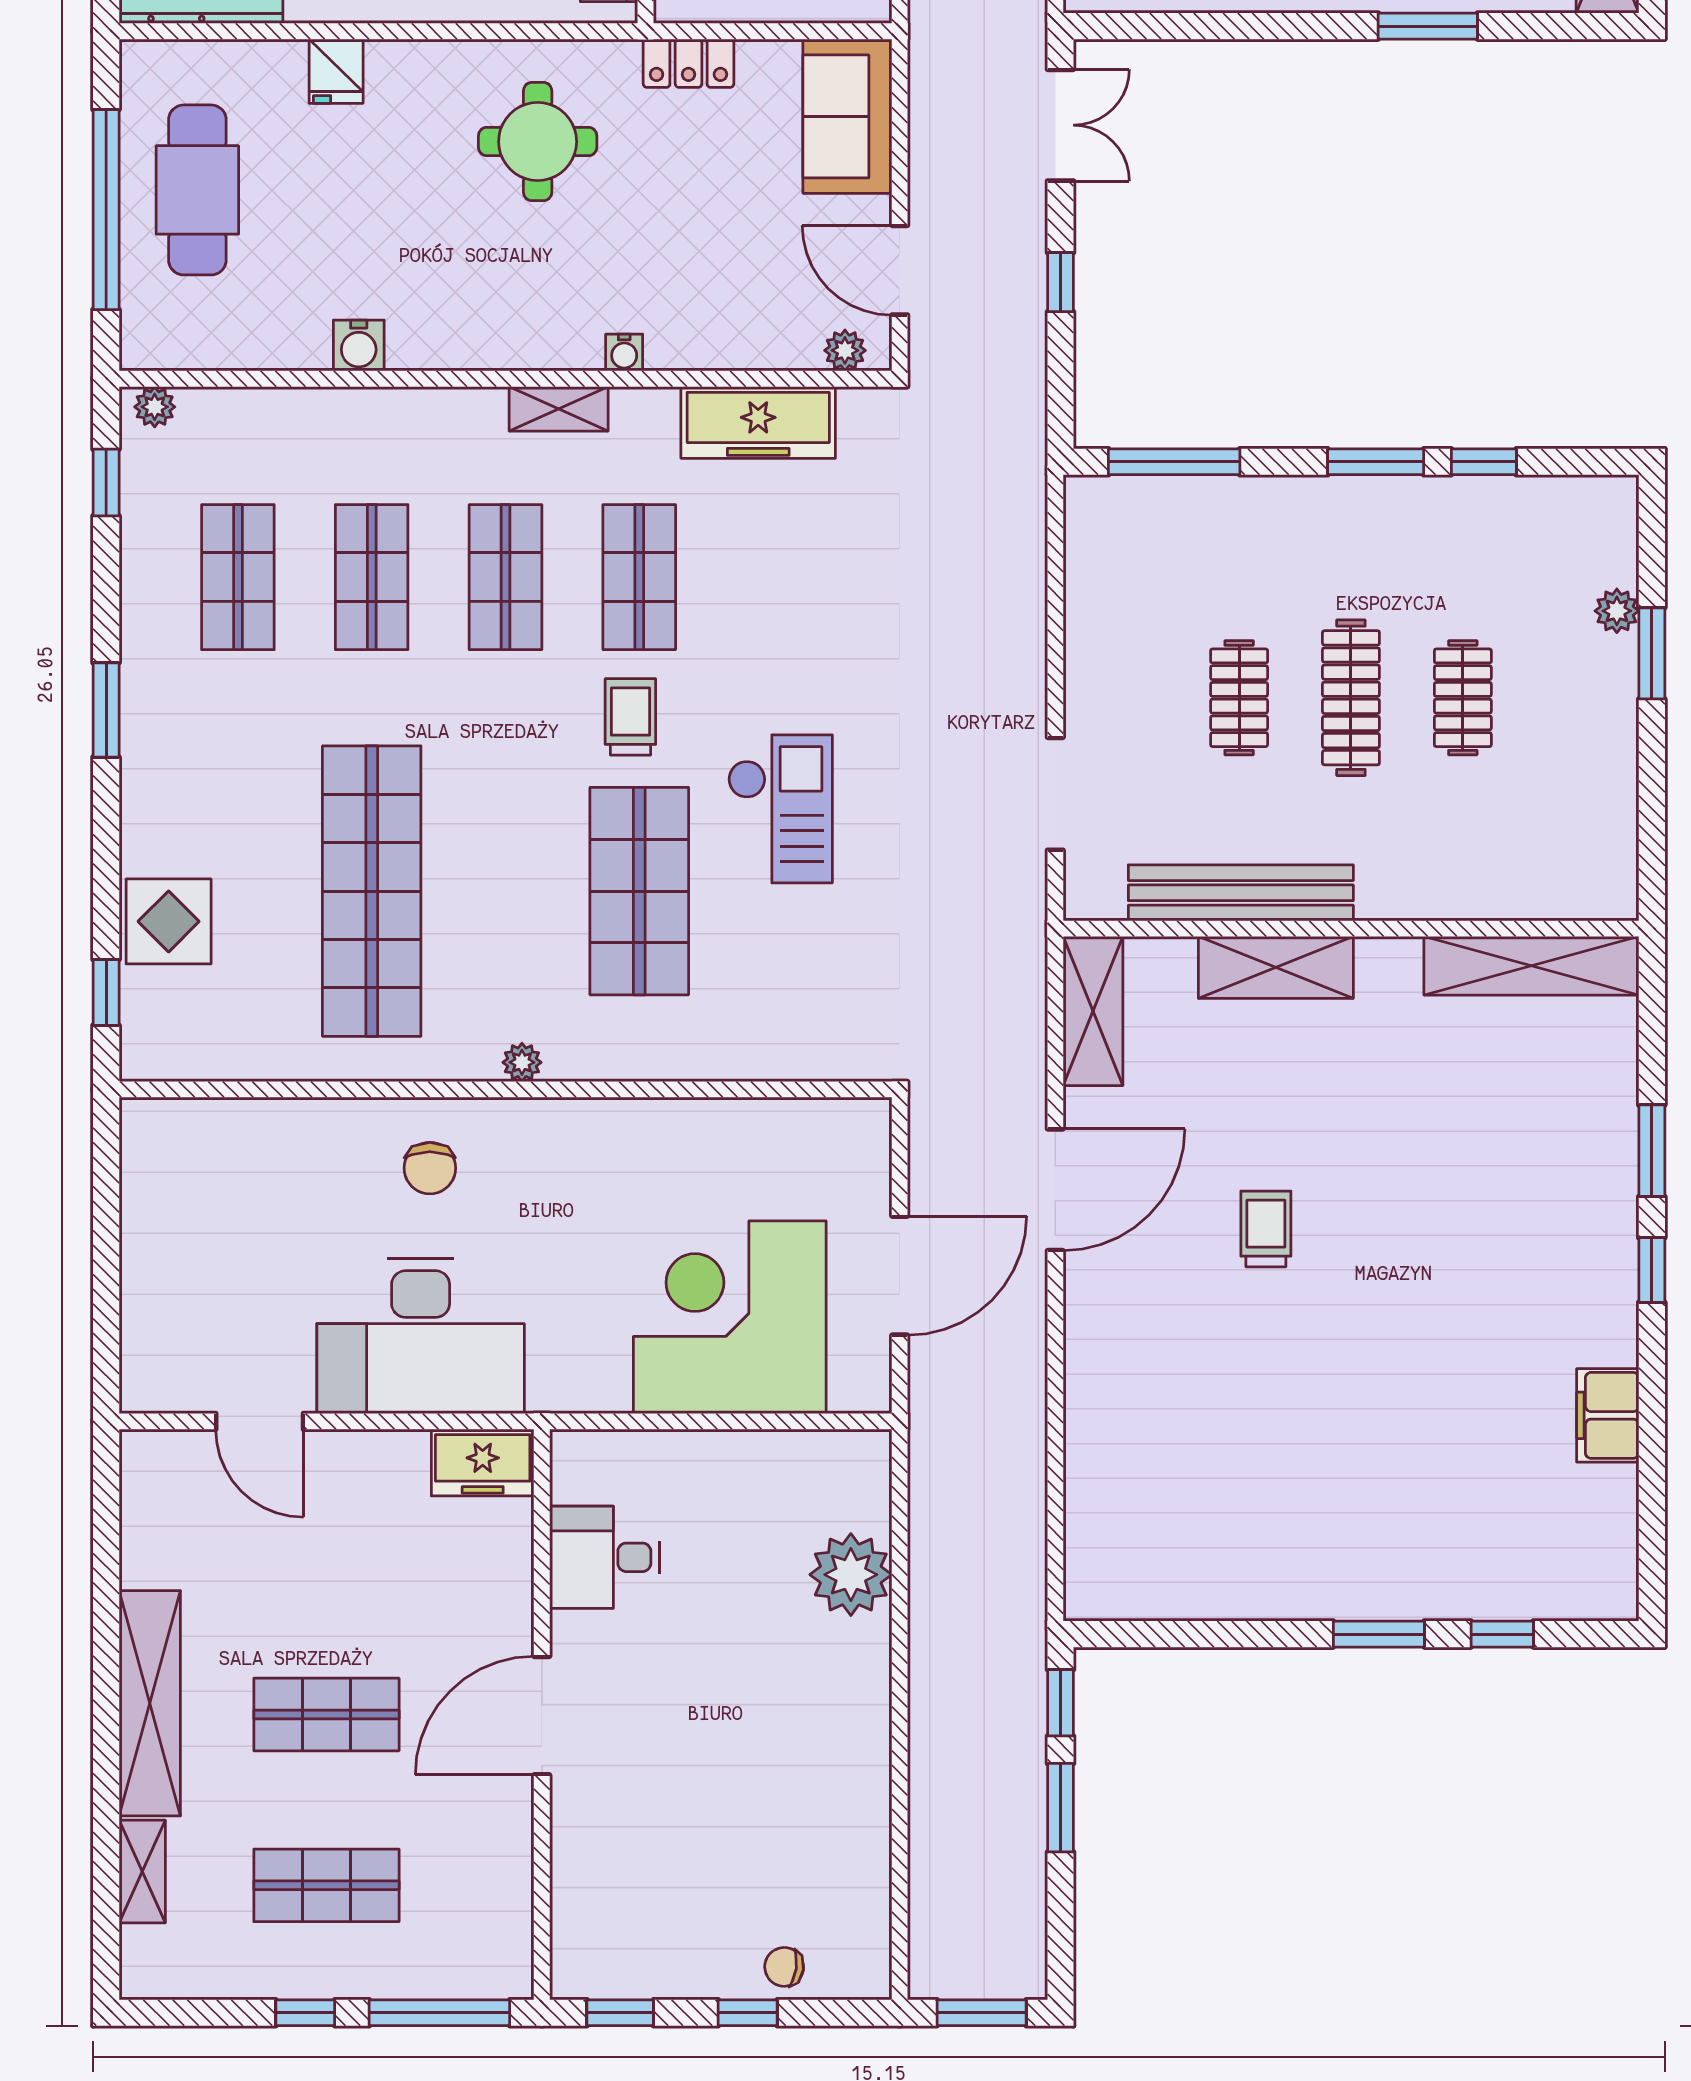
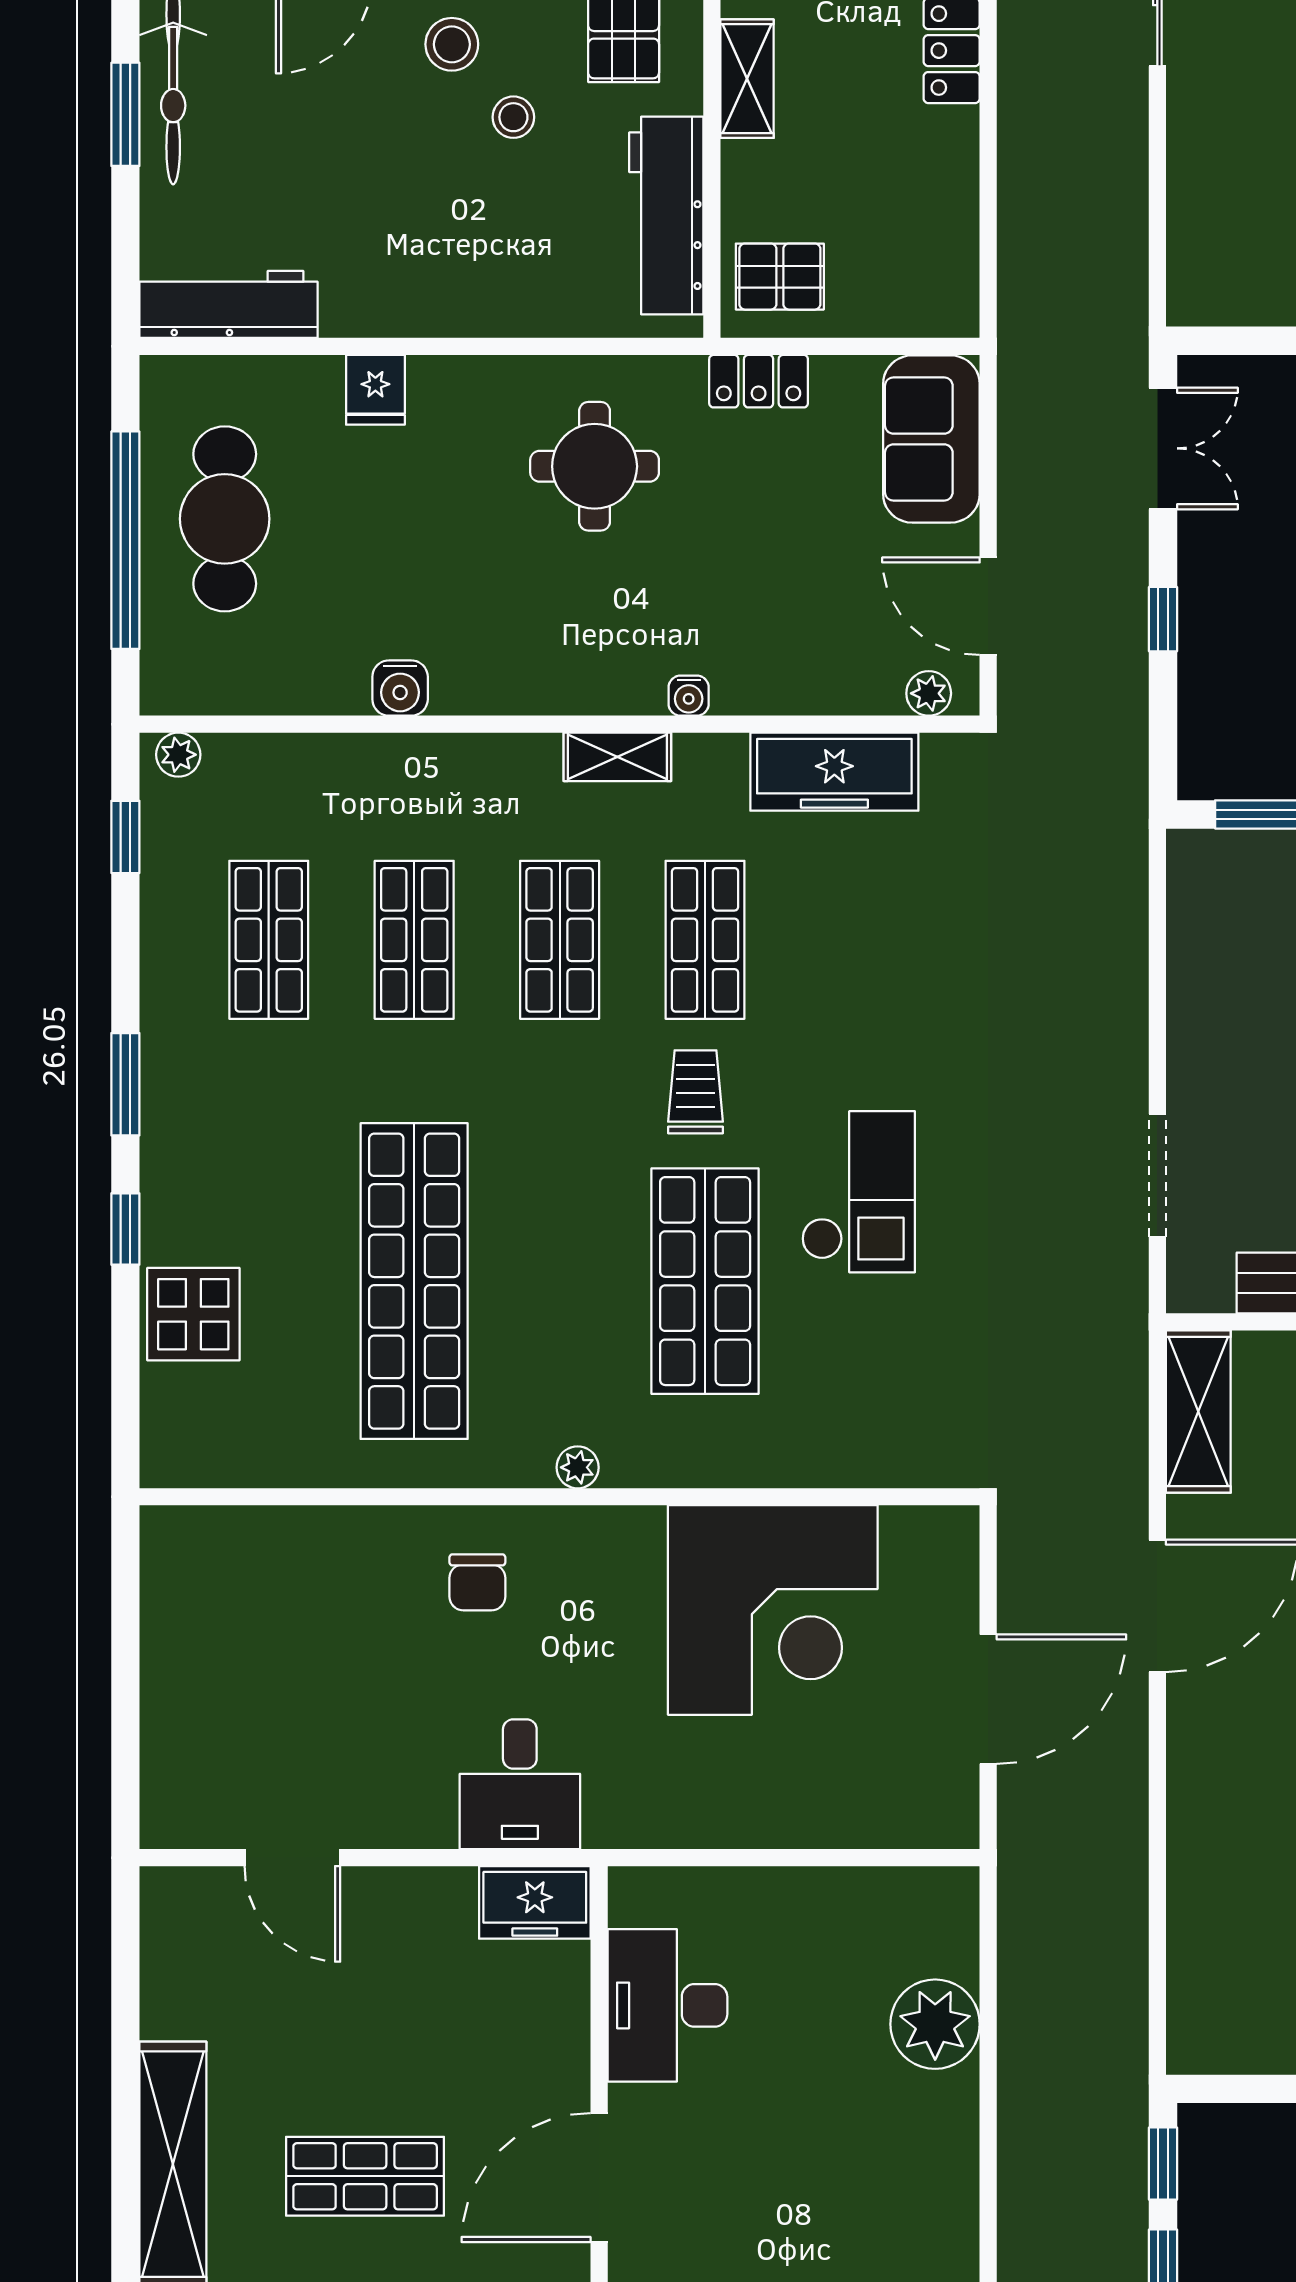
window: (106, 992) -> (125, 1229), moved
corner desk: (730, 1317) -> (773, 1610), moved, turned 180
desk: (421, 1336) -> (520, 1784), width x0.53, depth x0.77
desk: (605, 1557) -> (667, 2005), width x1.37

